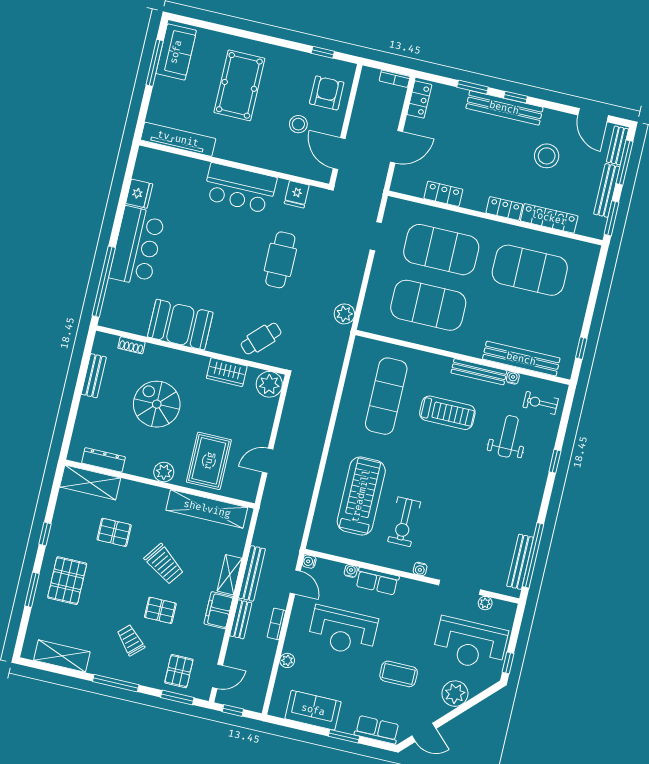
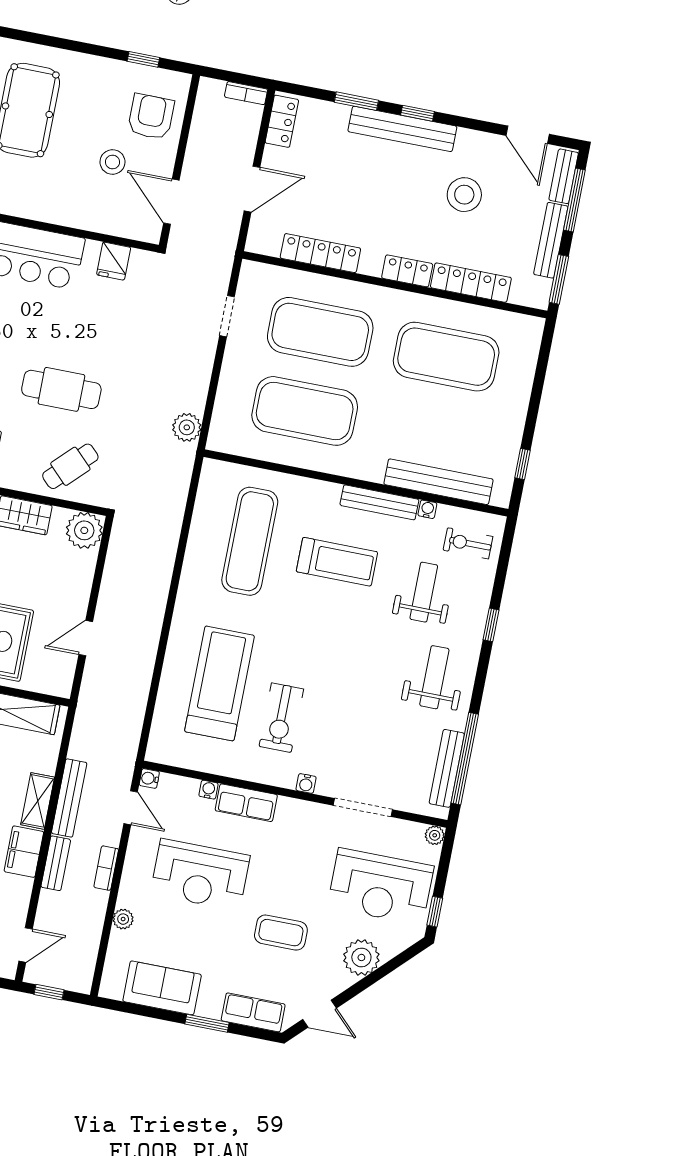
locker: (443, 194) -> (320, 253), width x1.53
cafe table: (280, 260) -> (61, 389), moved, turned 90
weight bench: (514, 497) -> (434, 677), added
plant: (485, 603) -> (435, 835), moved

